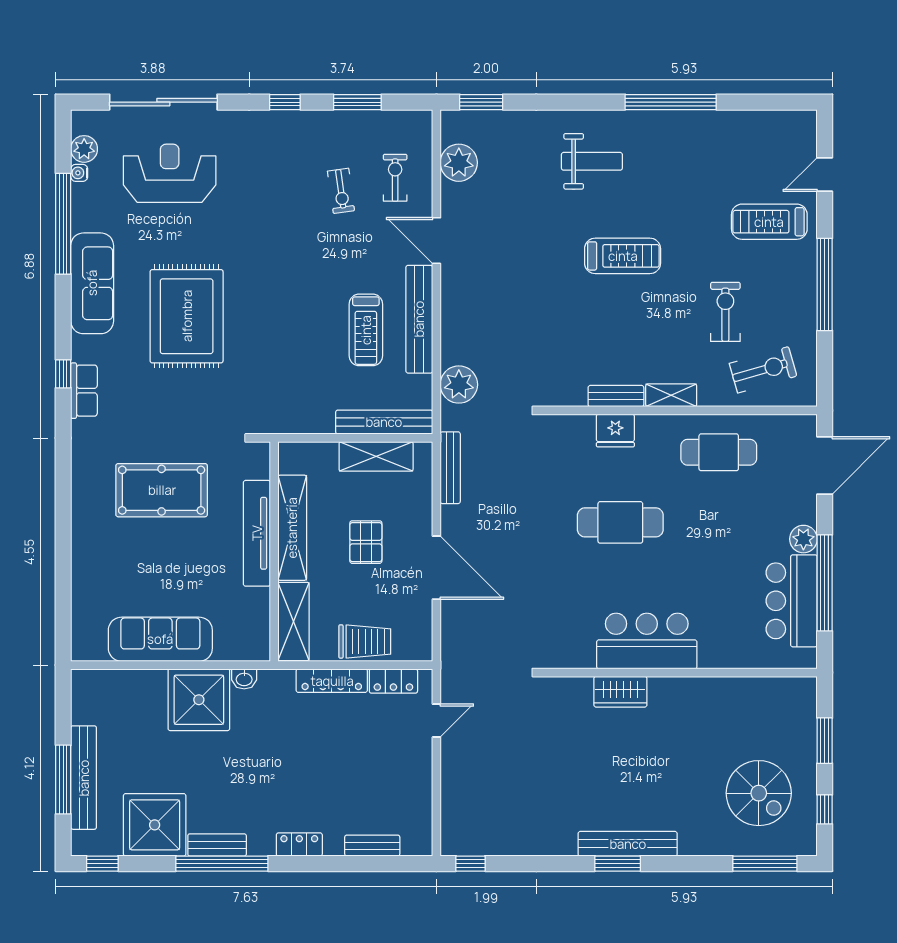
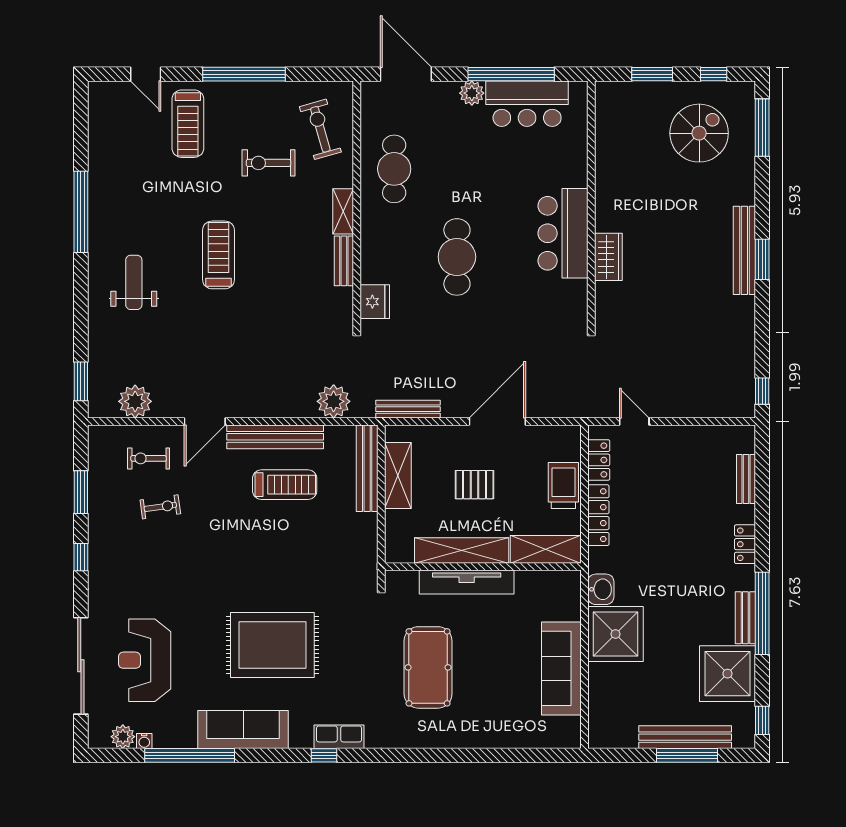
fridge: (615, 431) -> (375, 302), moved
washbasin: (244, 679) -> (601, 589), width x1.38, depth x1.45

